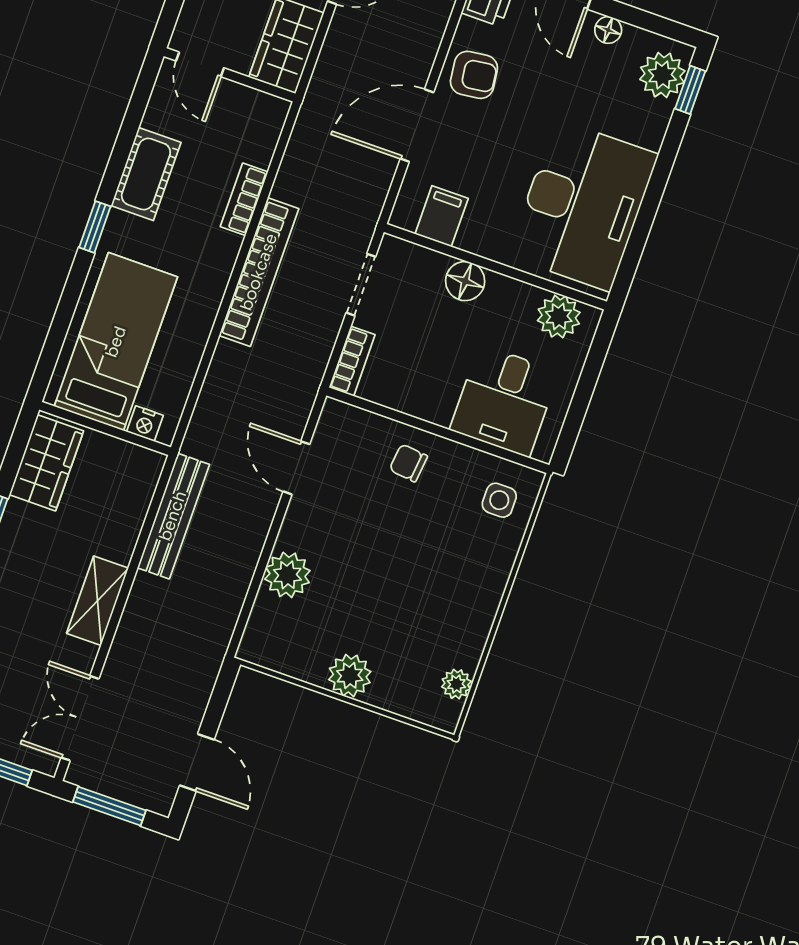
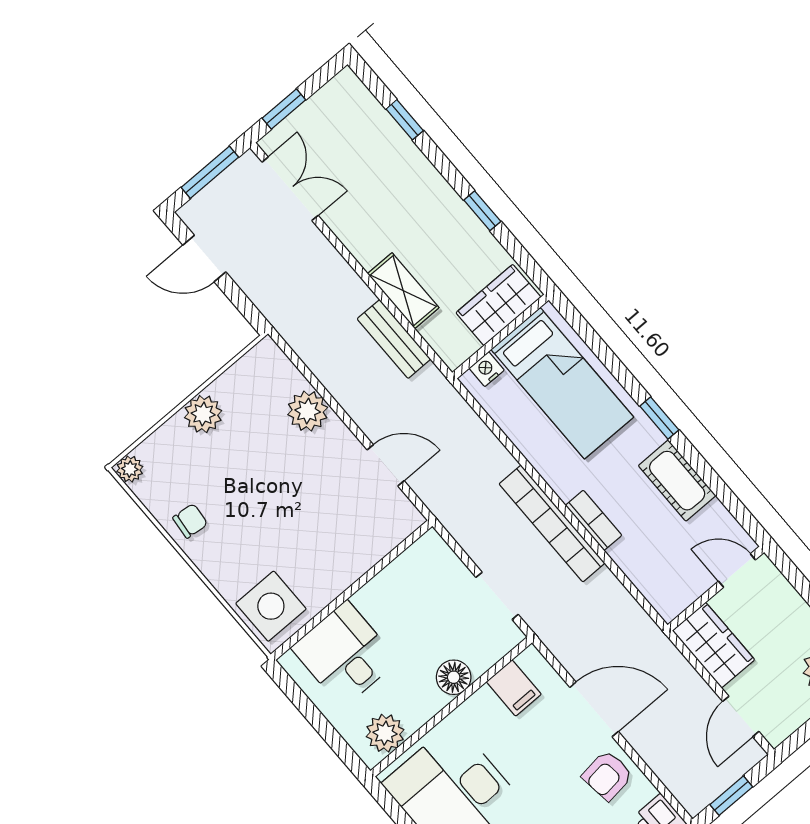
door: (417, 126) -> (594, 709), hinge flipped
bookcase: (244, 199) -> (594, 520), moved
bookcase: (352, 361) -> (443, 555), removed
wardrobe: (46, 463) -> (498, 305), moved, turned 90
chair: (408, 463) -> (190, 521), moved
side table: (499, 500) -> (271, 606), width x1.87, depth x1.87
bench: (173, 516) -> (394, 339), width x0.73
shelving: (98, 601) -> (403, 291), moved
plant: (456, 684) -> (130, 469), moved

